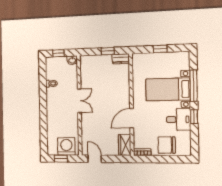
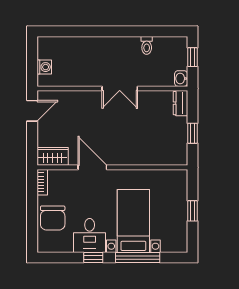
dresser: (121, 59) -> (180, 103), moved
chair: (167, 145) -> (53, 218), turned 180
washing machine: (66, 146) -> (44, 67), width x0.53, depth x0.53
window: (61, 159) -> (32, 58), removed

